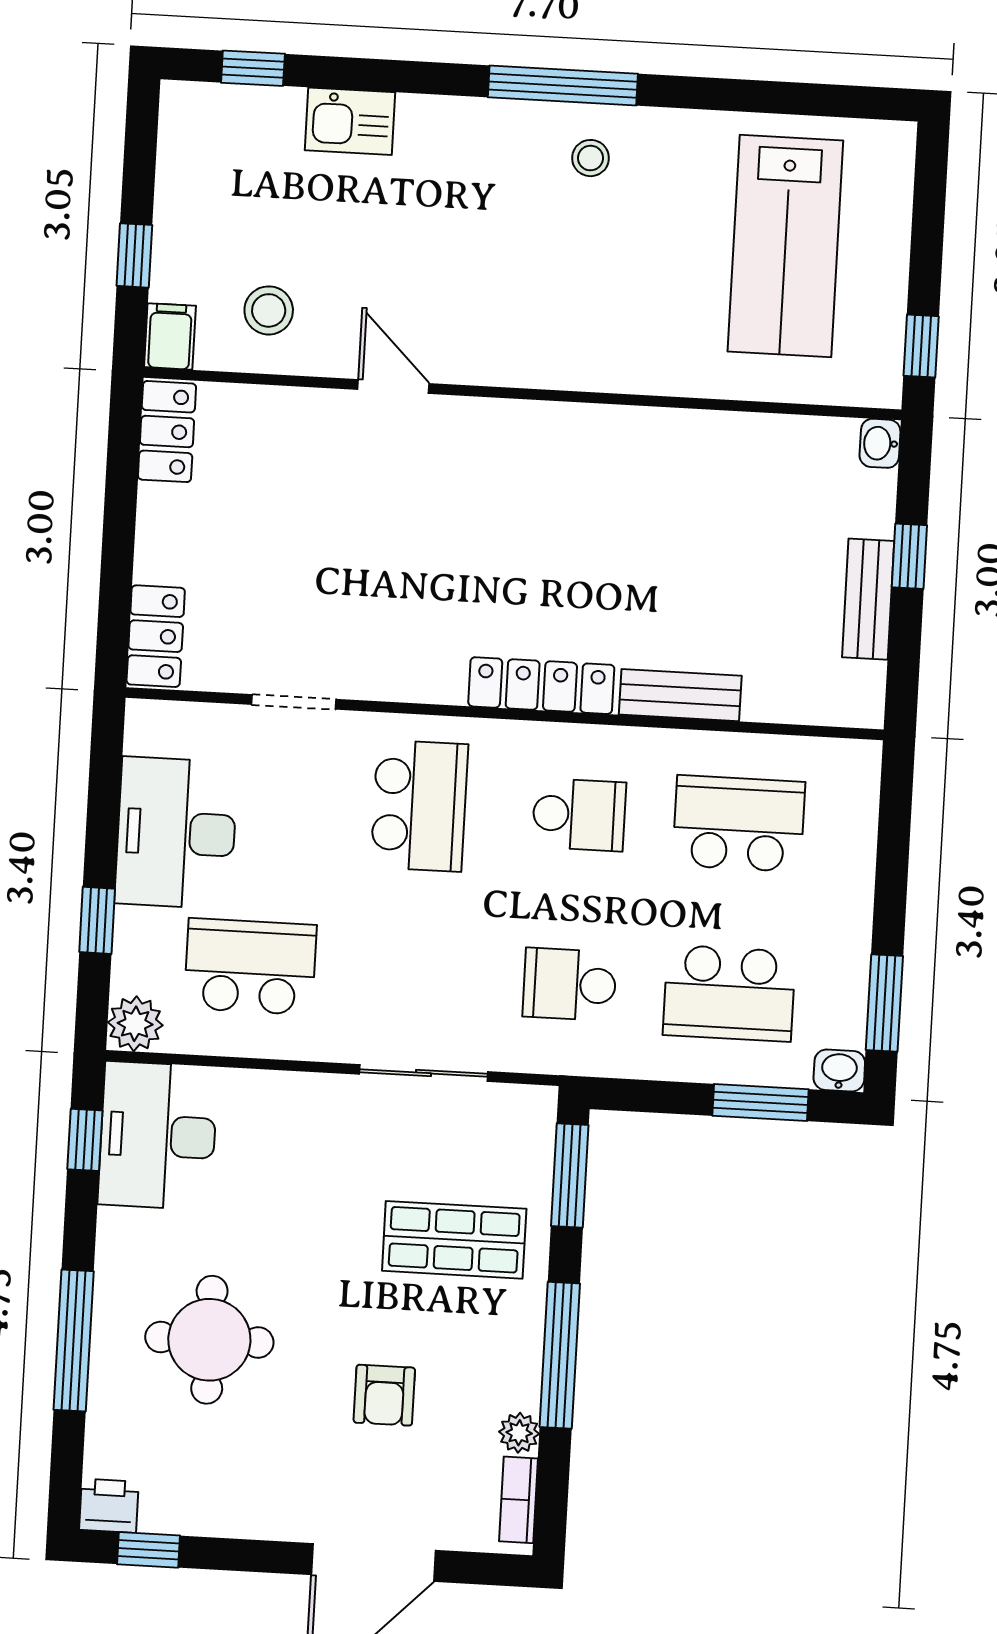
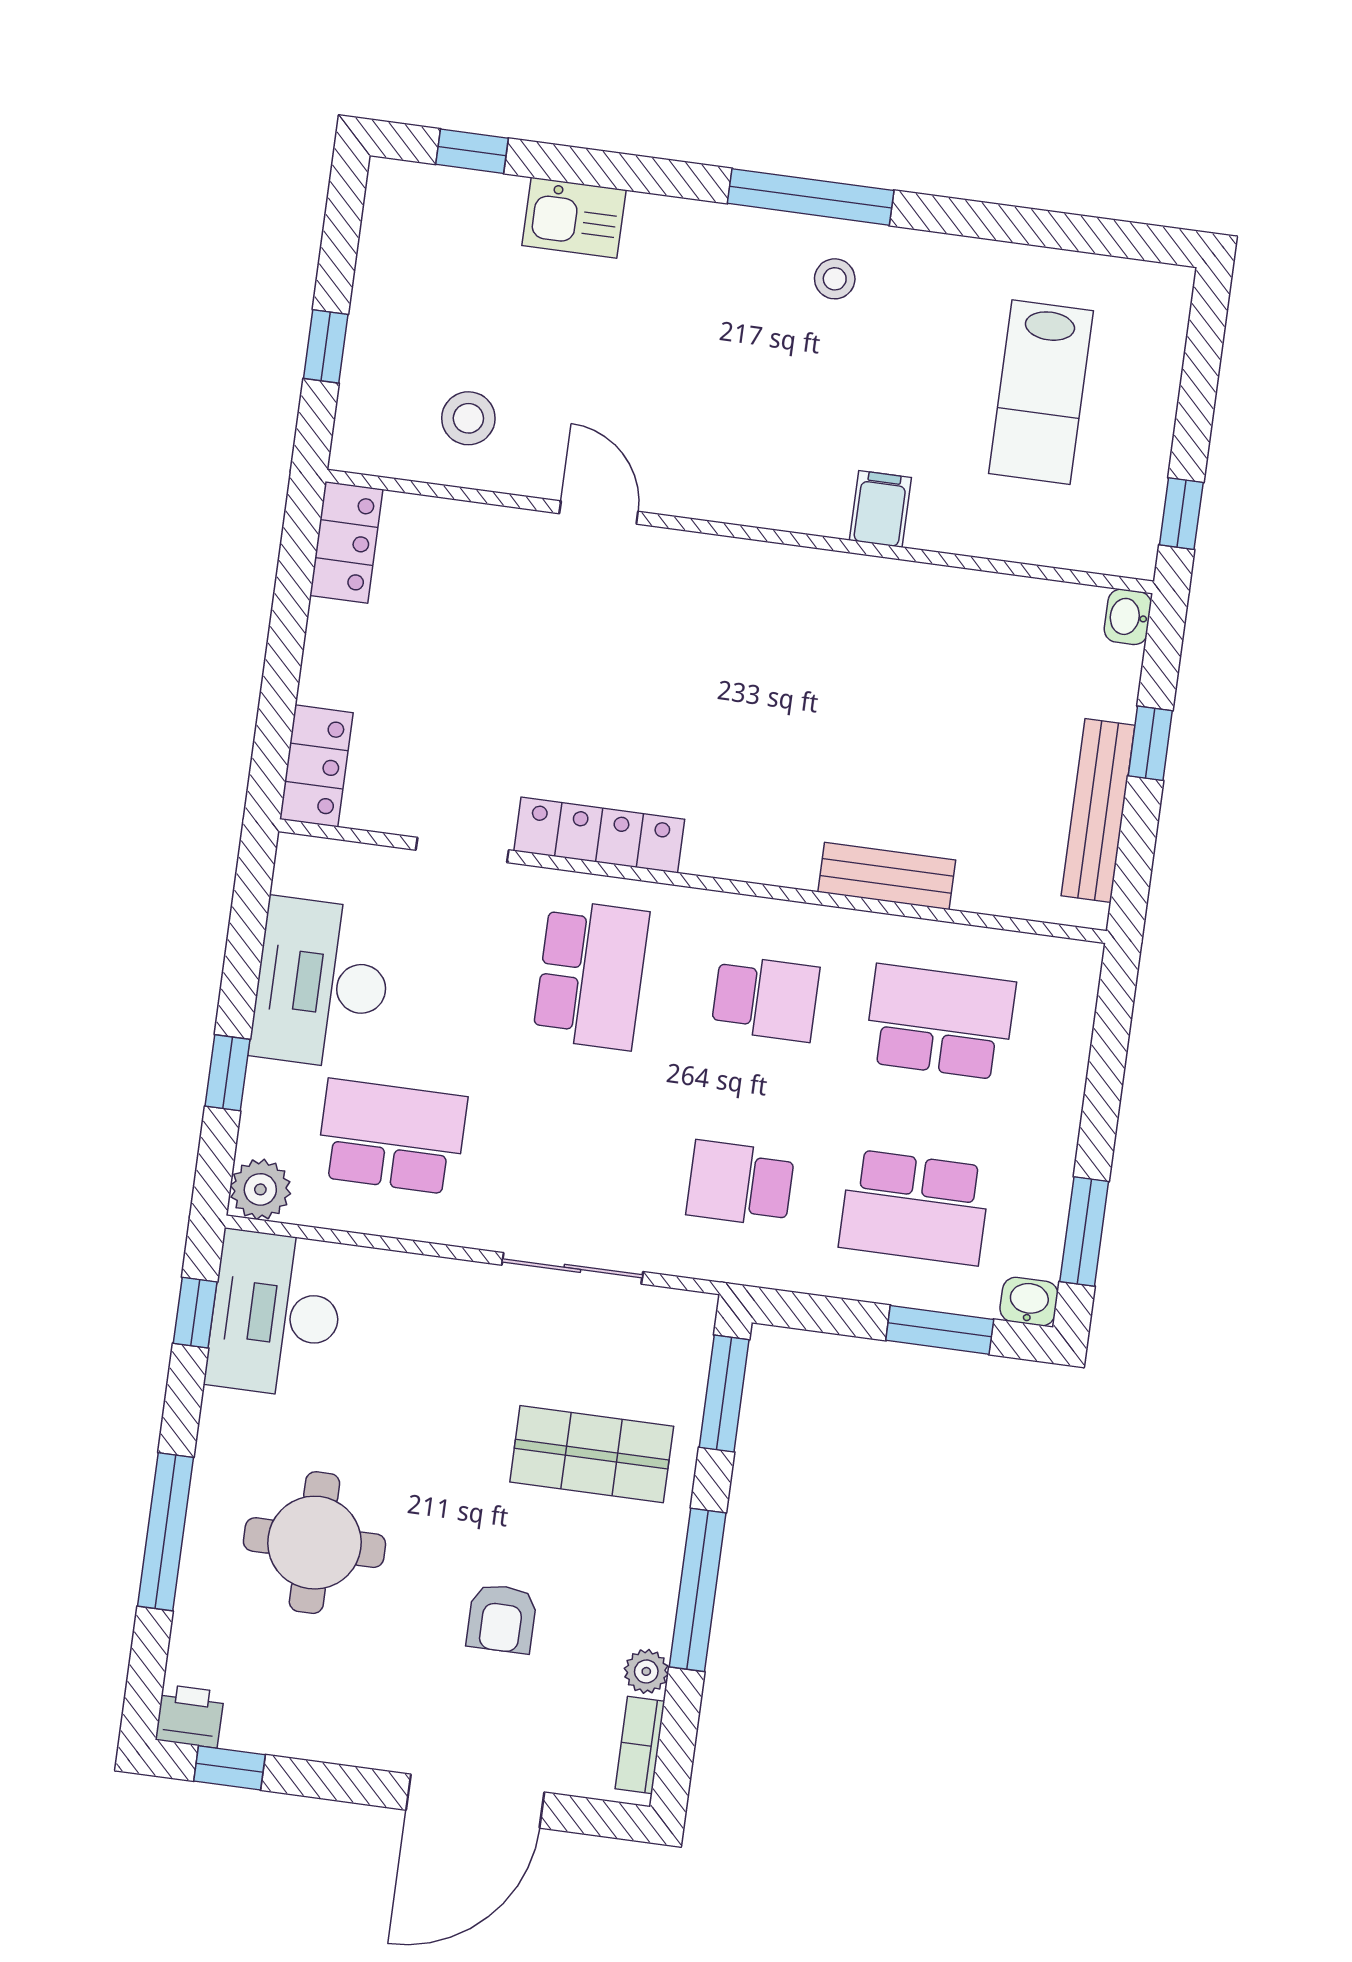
lab bench: (785, 246) -> (1041, 392), width x0.73, depth x0.72
filing cabinet: (170, 336) -> (880, 509), moved
bench: (868, 599) -> (1098, 810), width x1.36
locker: (541, 686) -> (599, 835), moved

